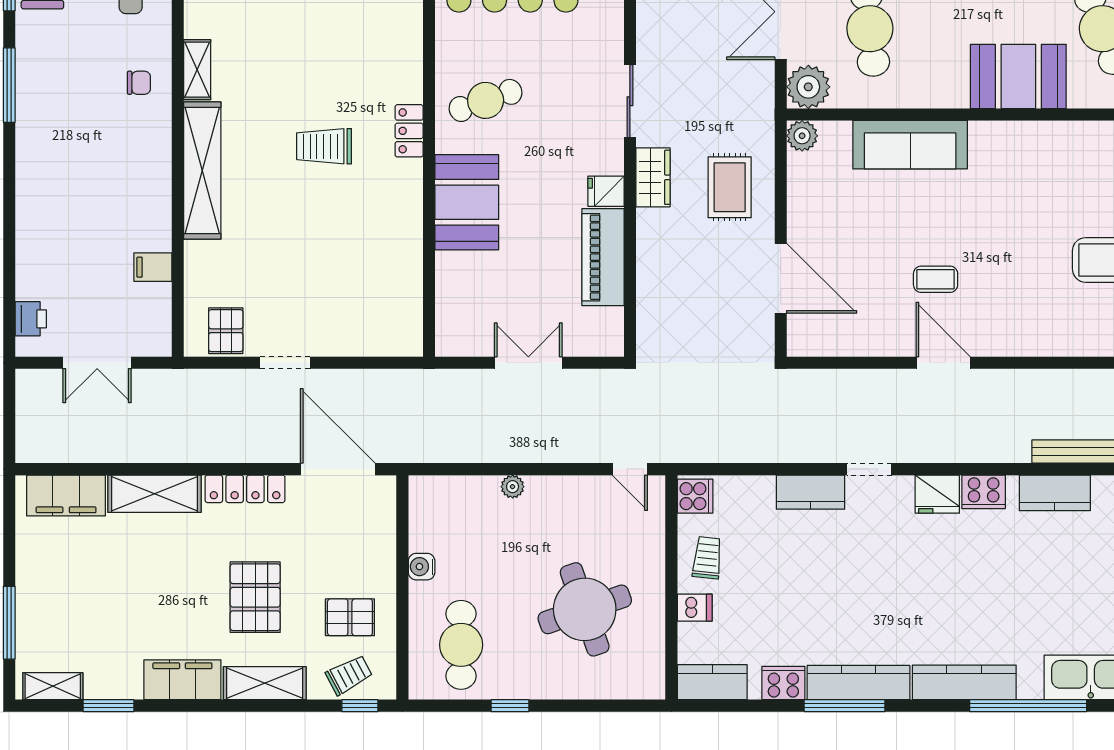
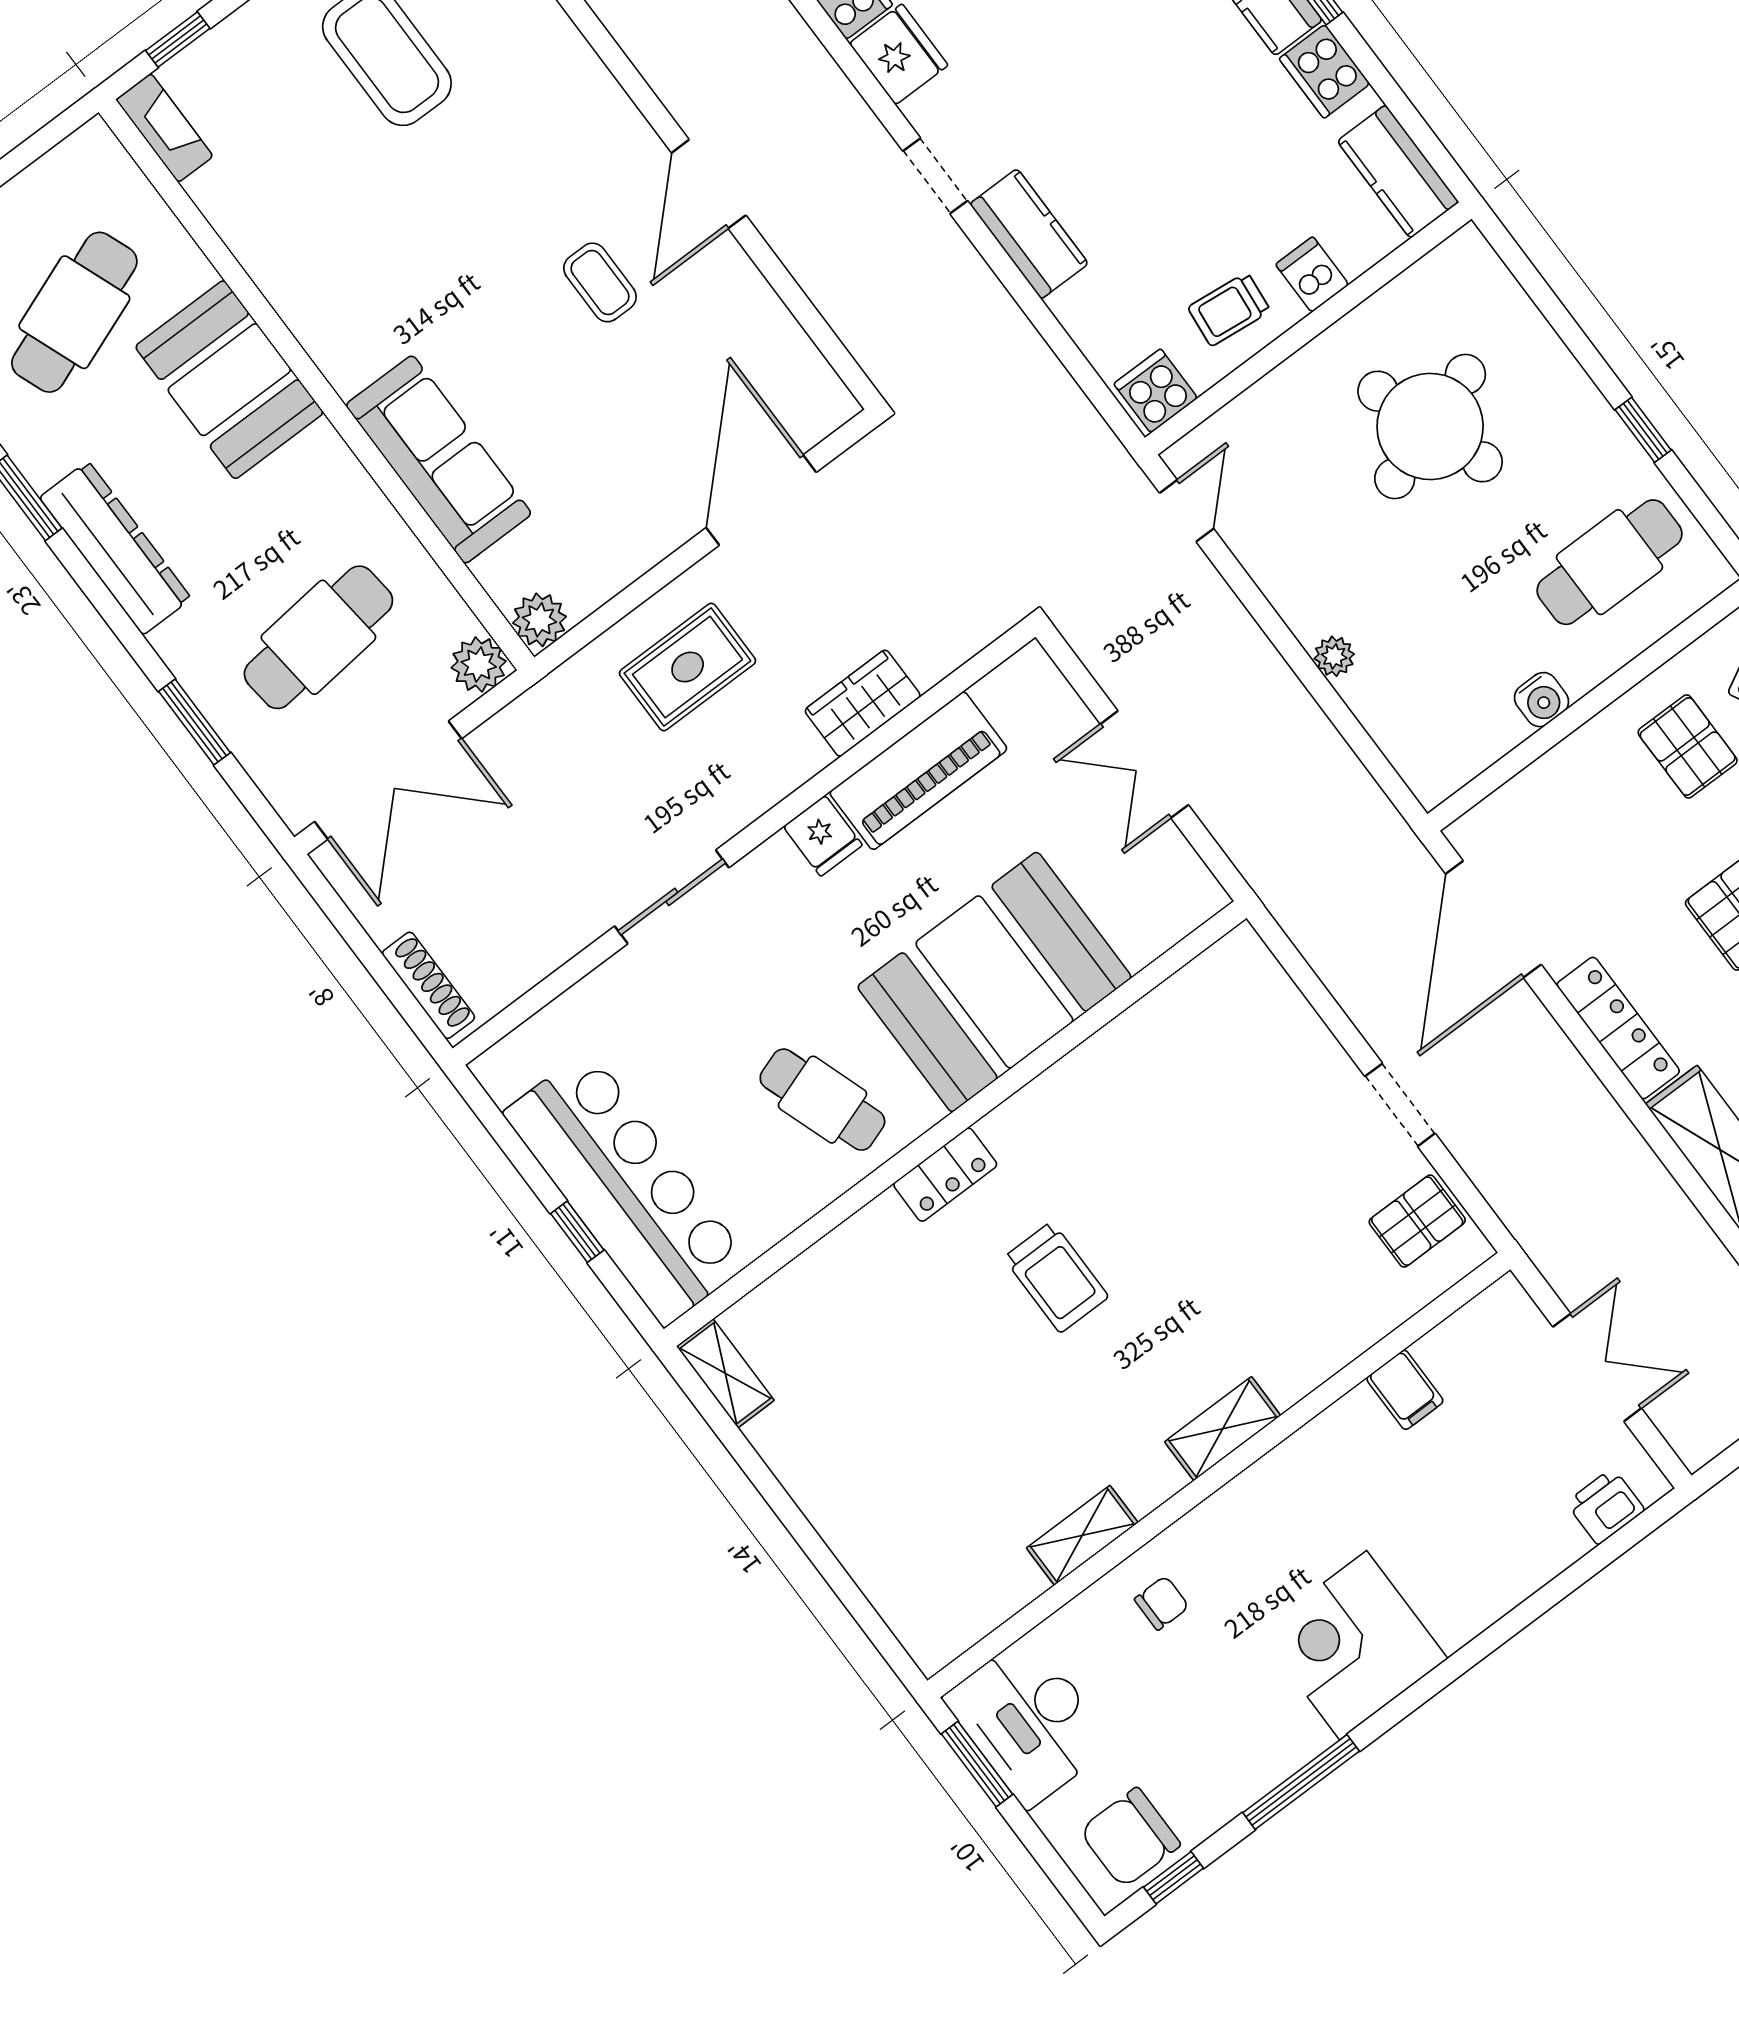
chair: (139, 83) -> (1162, 1603), turned 90
plant: (808, 87) -> (479, 664), width x0.73, depth x0.73
corner desk: (54, 156) -> (1353, 1645), added
shelving: (202, 170) -> (1223, 1429), width x0.45, depth x0.75
wardrobe: (653, 177) -> (863, 703), moved
booth: (467, 202) -> (994, 982), width x1.36, depth x1.42

